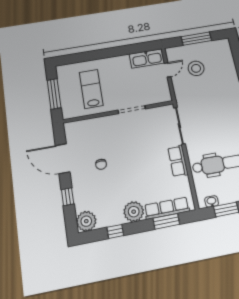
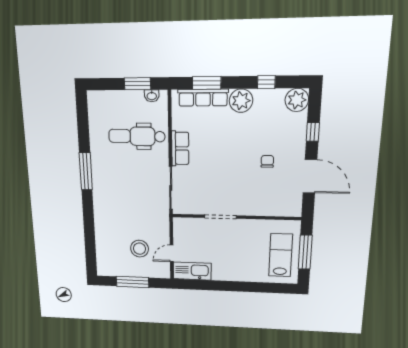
lab bench: (91, 89) -> (281, 255), moved, turned 180

